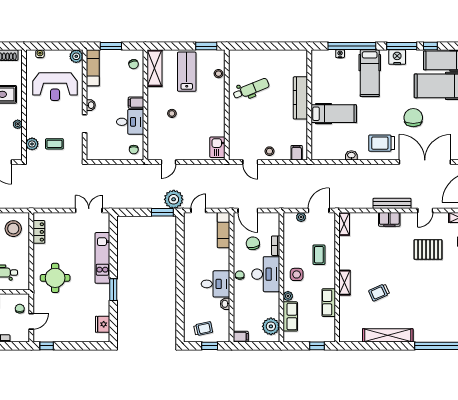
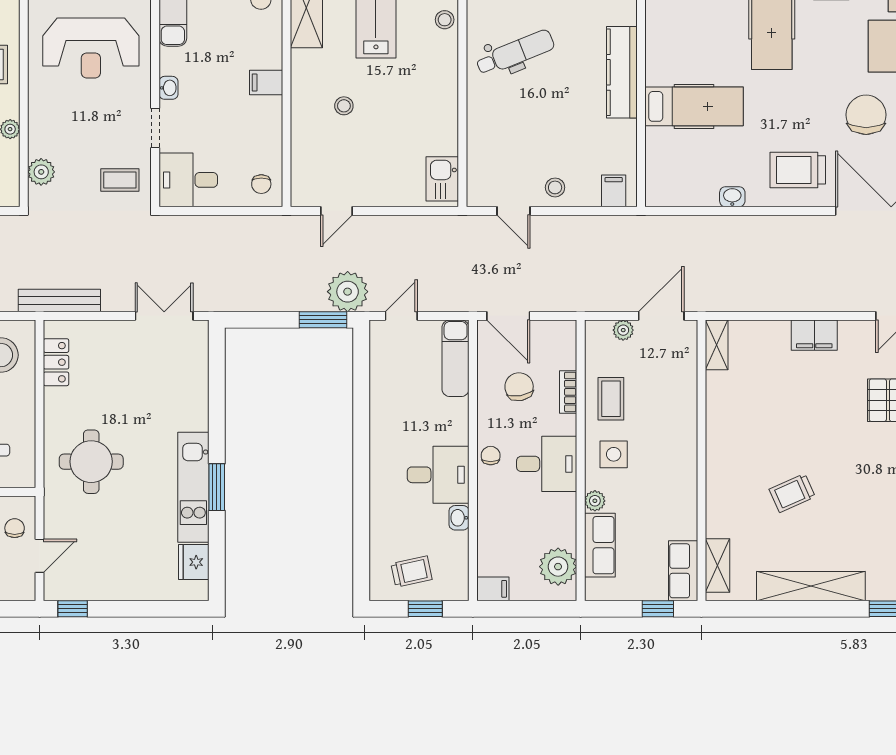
desk: (130, 122) -> (188, 180), moved, turned 180
coffee table: (54, 144) -> (120, 180), moved
bench: (392, 203) -> (59, 301), moved
coffee table: (319, 255) -> (611, 399), moved
kitchen unit: (102, 258) -> (193, 487), moved
desk: (266, 274) -> (547, 464), width x0.73
shelving: (345, 283) -> (717, 566), moved
row of seats: (329, 303) -> (683, 571), moved

